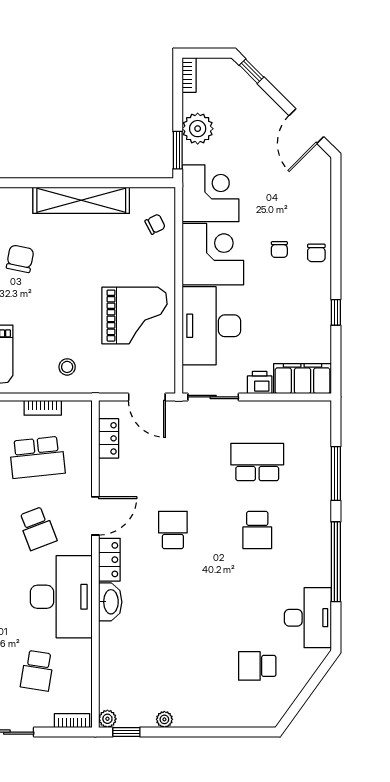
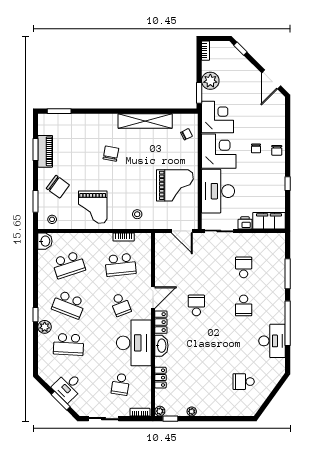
locker: (109, 438) -> (160, 378), moved
school desk: (257, 462) -> (244, 267), width x0.54
desk: (308, 618) -> (272, 341), moved

